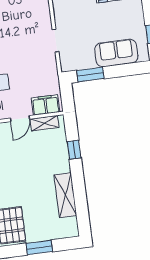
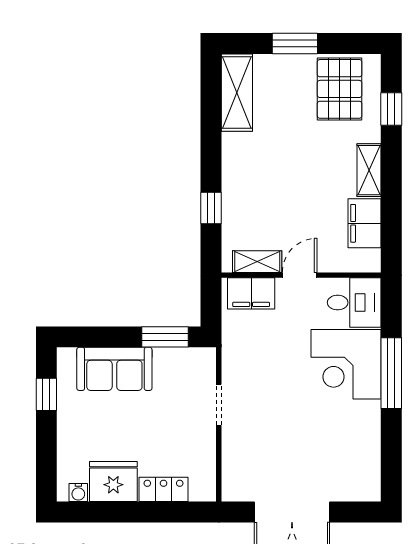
shelving: (65, 195) -> (237, 93), moved

